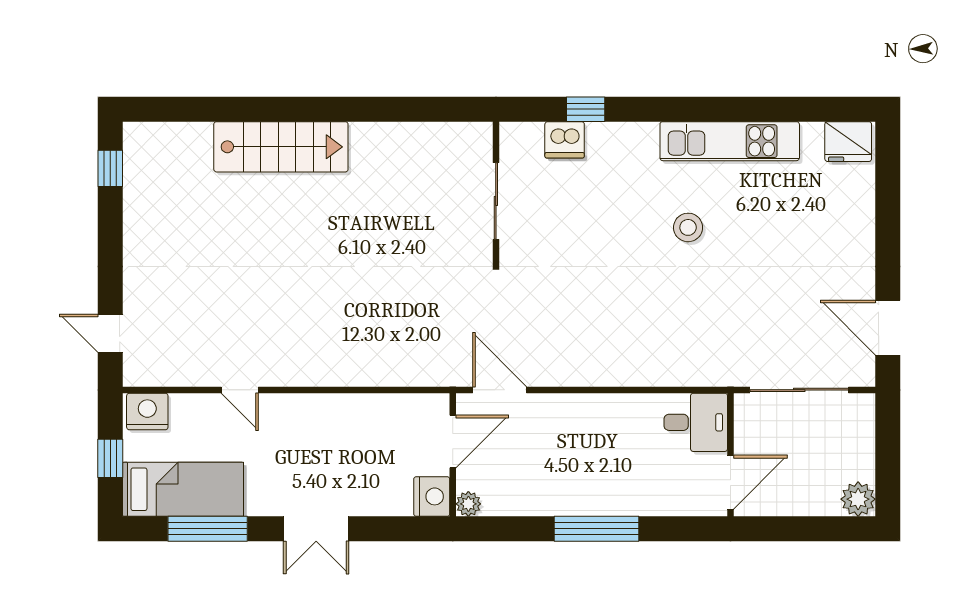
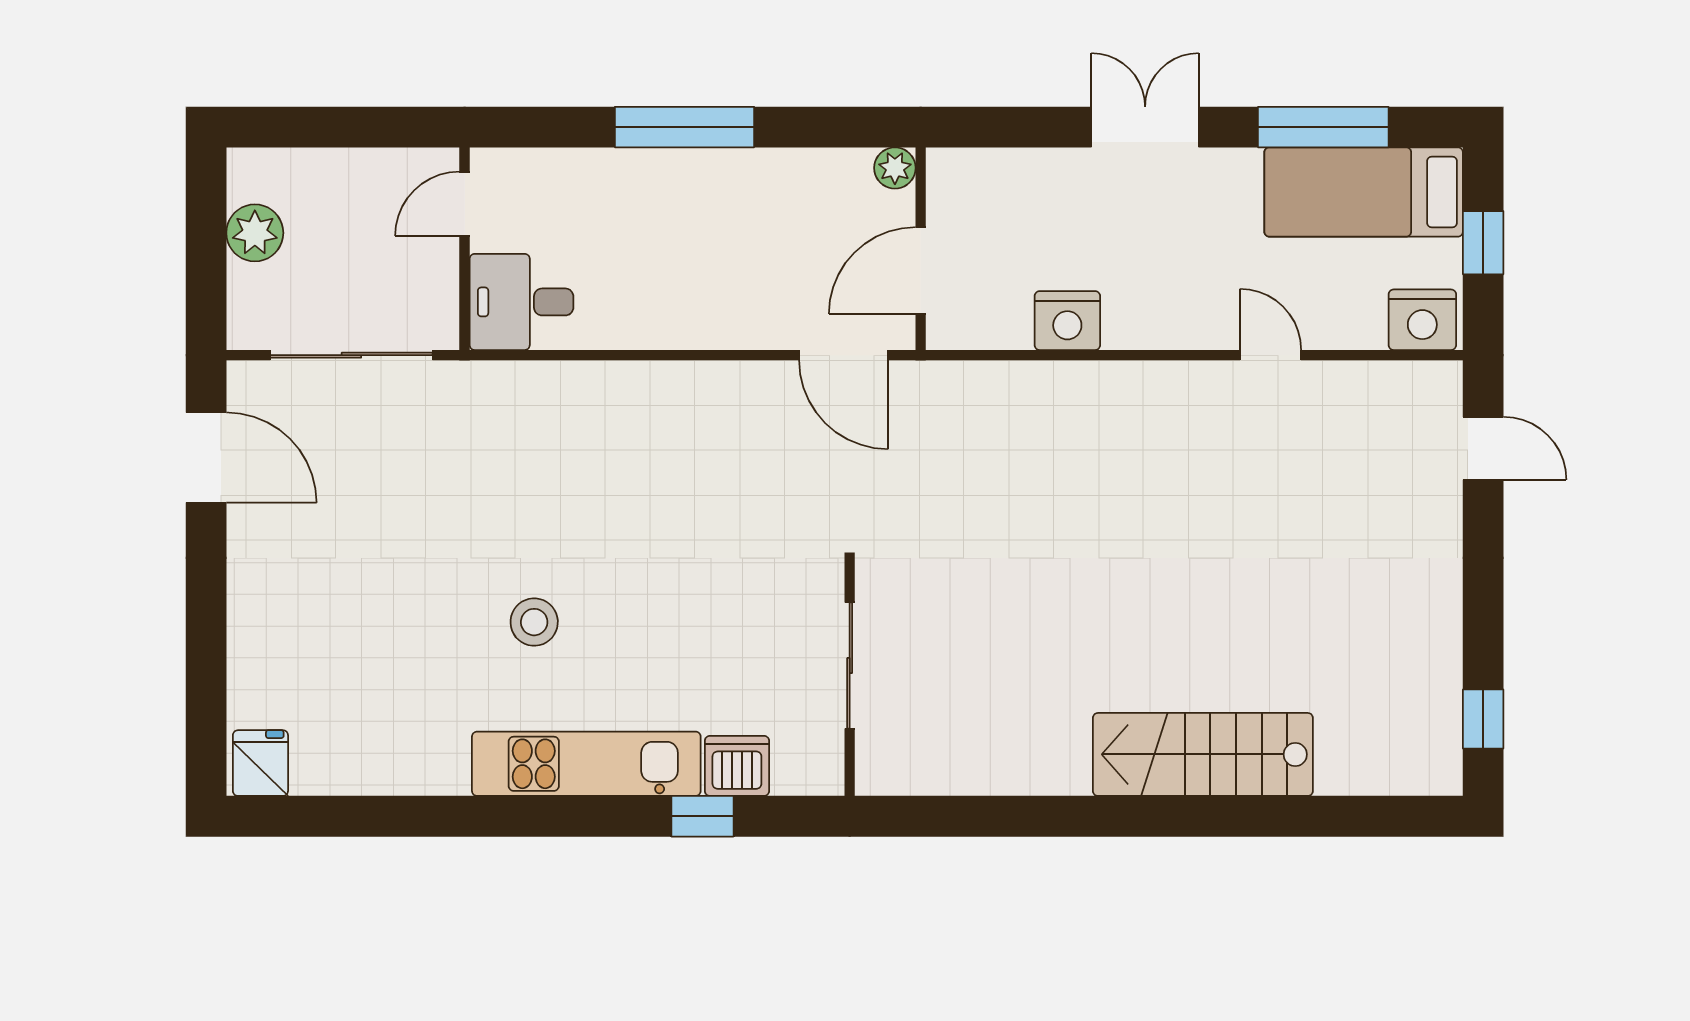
kitchen unit: (730, 141) -> (586, 764), moved
fridge: (848, 142) -> (260, 763), width x0.72
door: (730, 482) -> (465, 204), width x0.73
nightstand: (432, 496) -> (1067, 321), moved, turned -90
plant: (858, 499) -> (255, 233), moved

